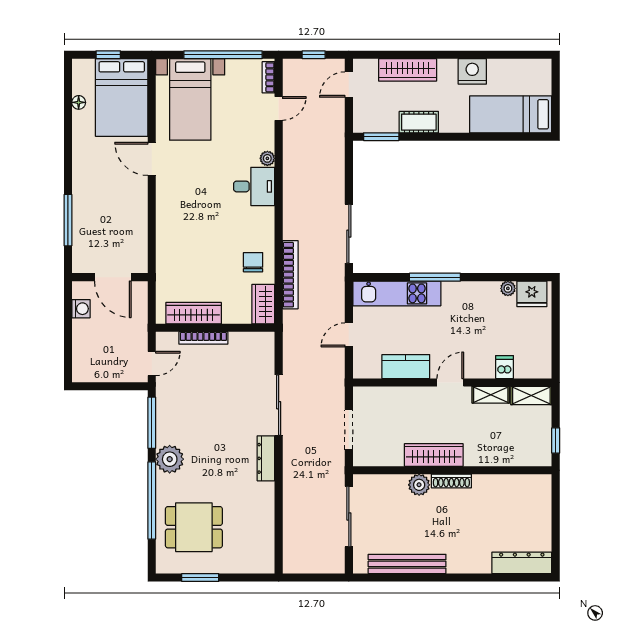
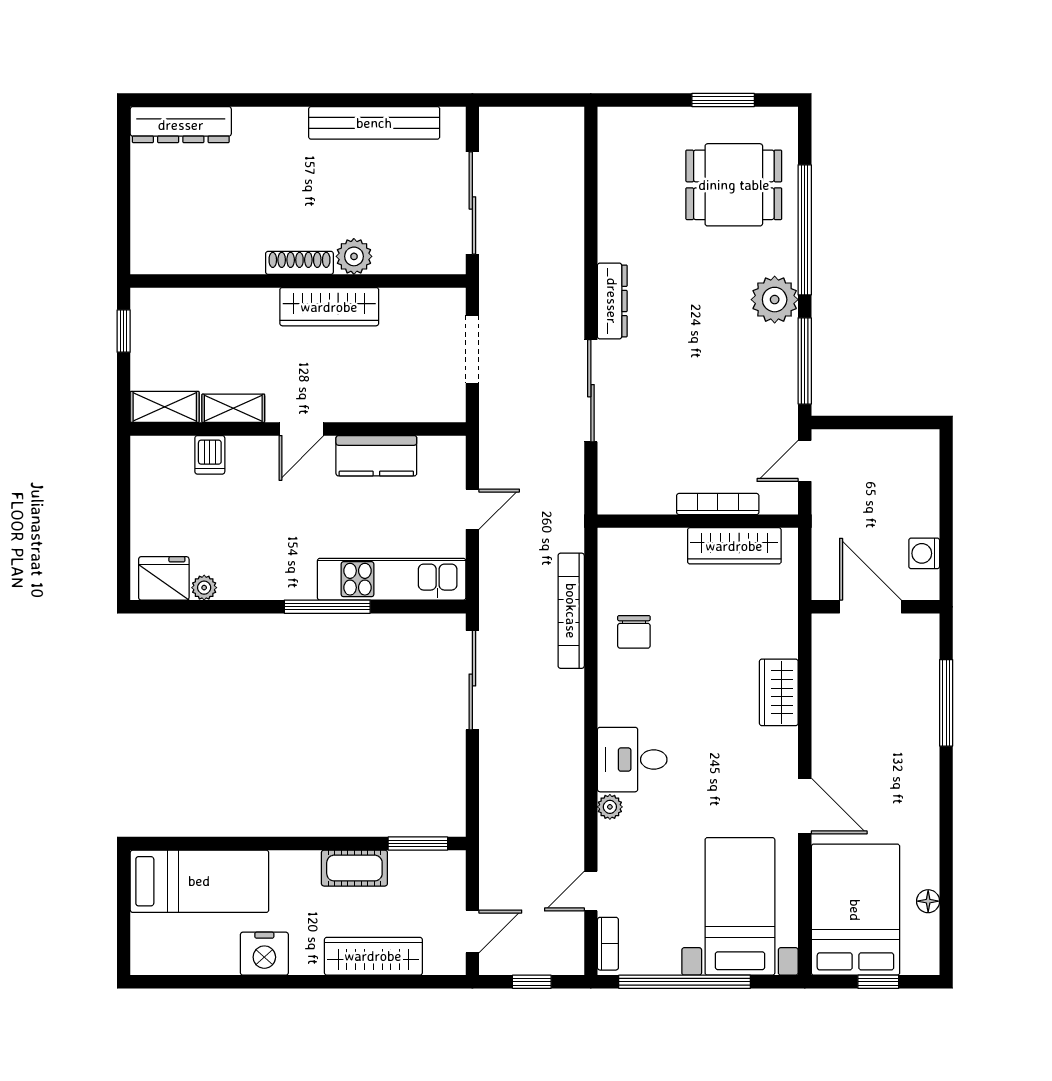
wardrobe: (263, 304) -> (779, 692), moved, turned 180

